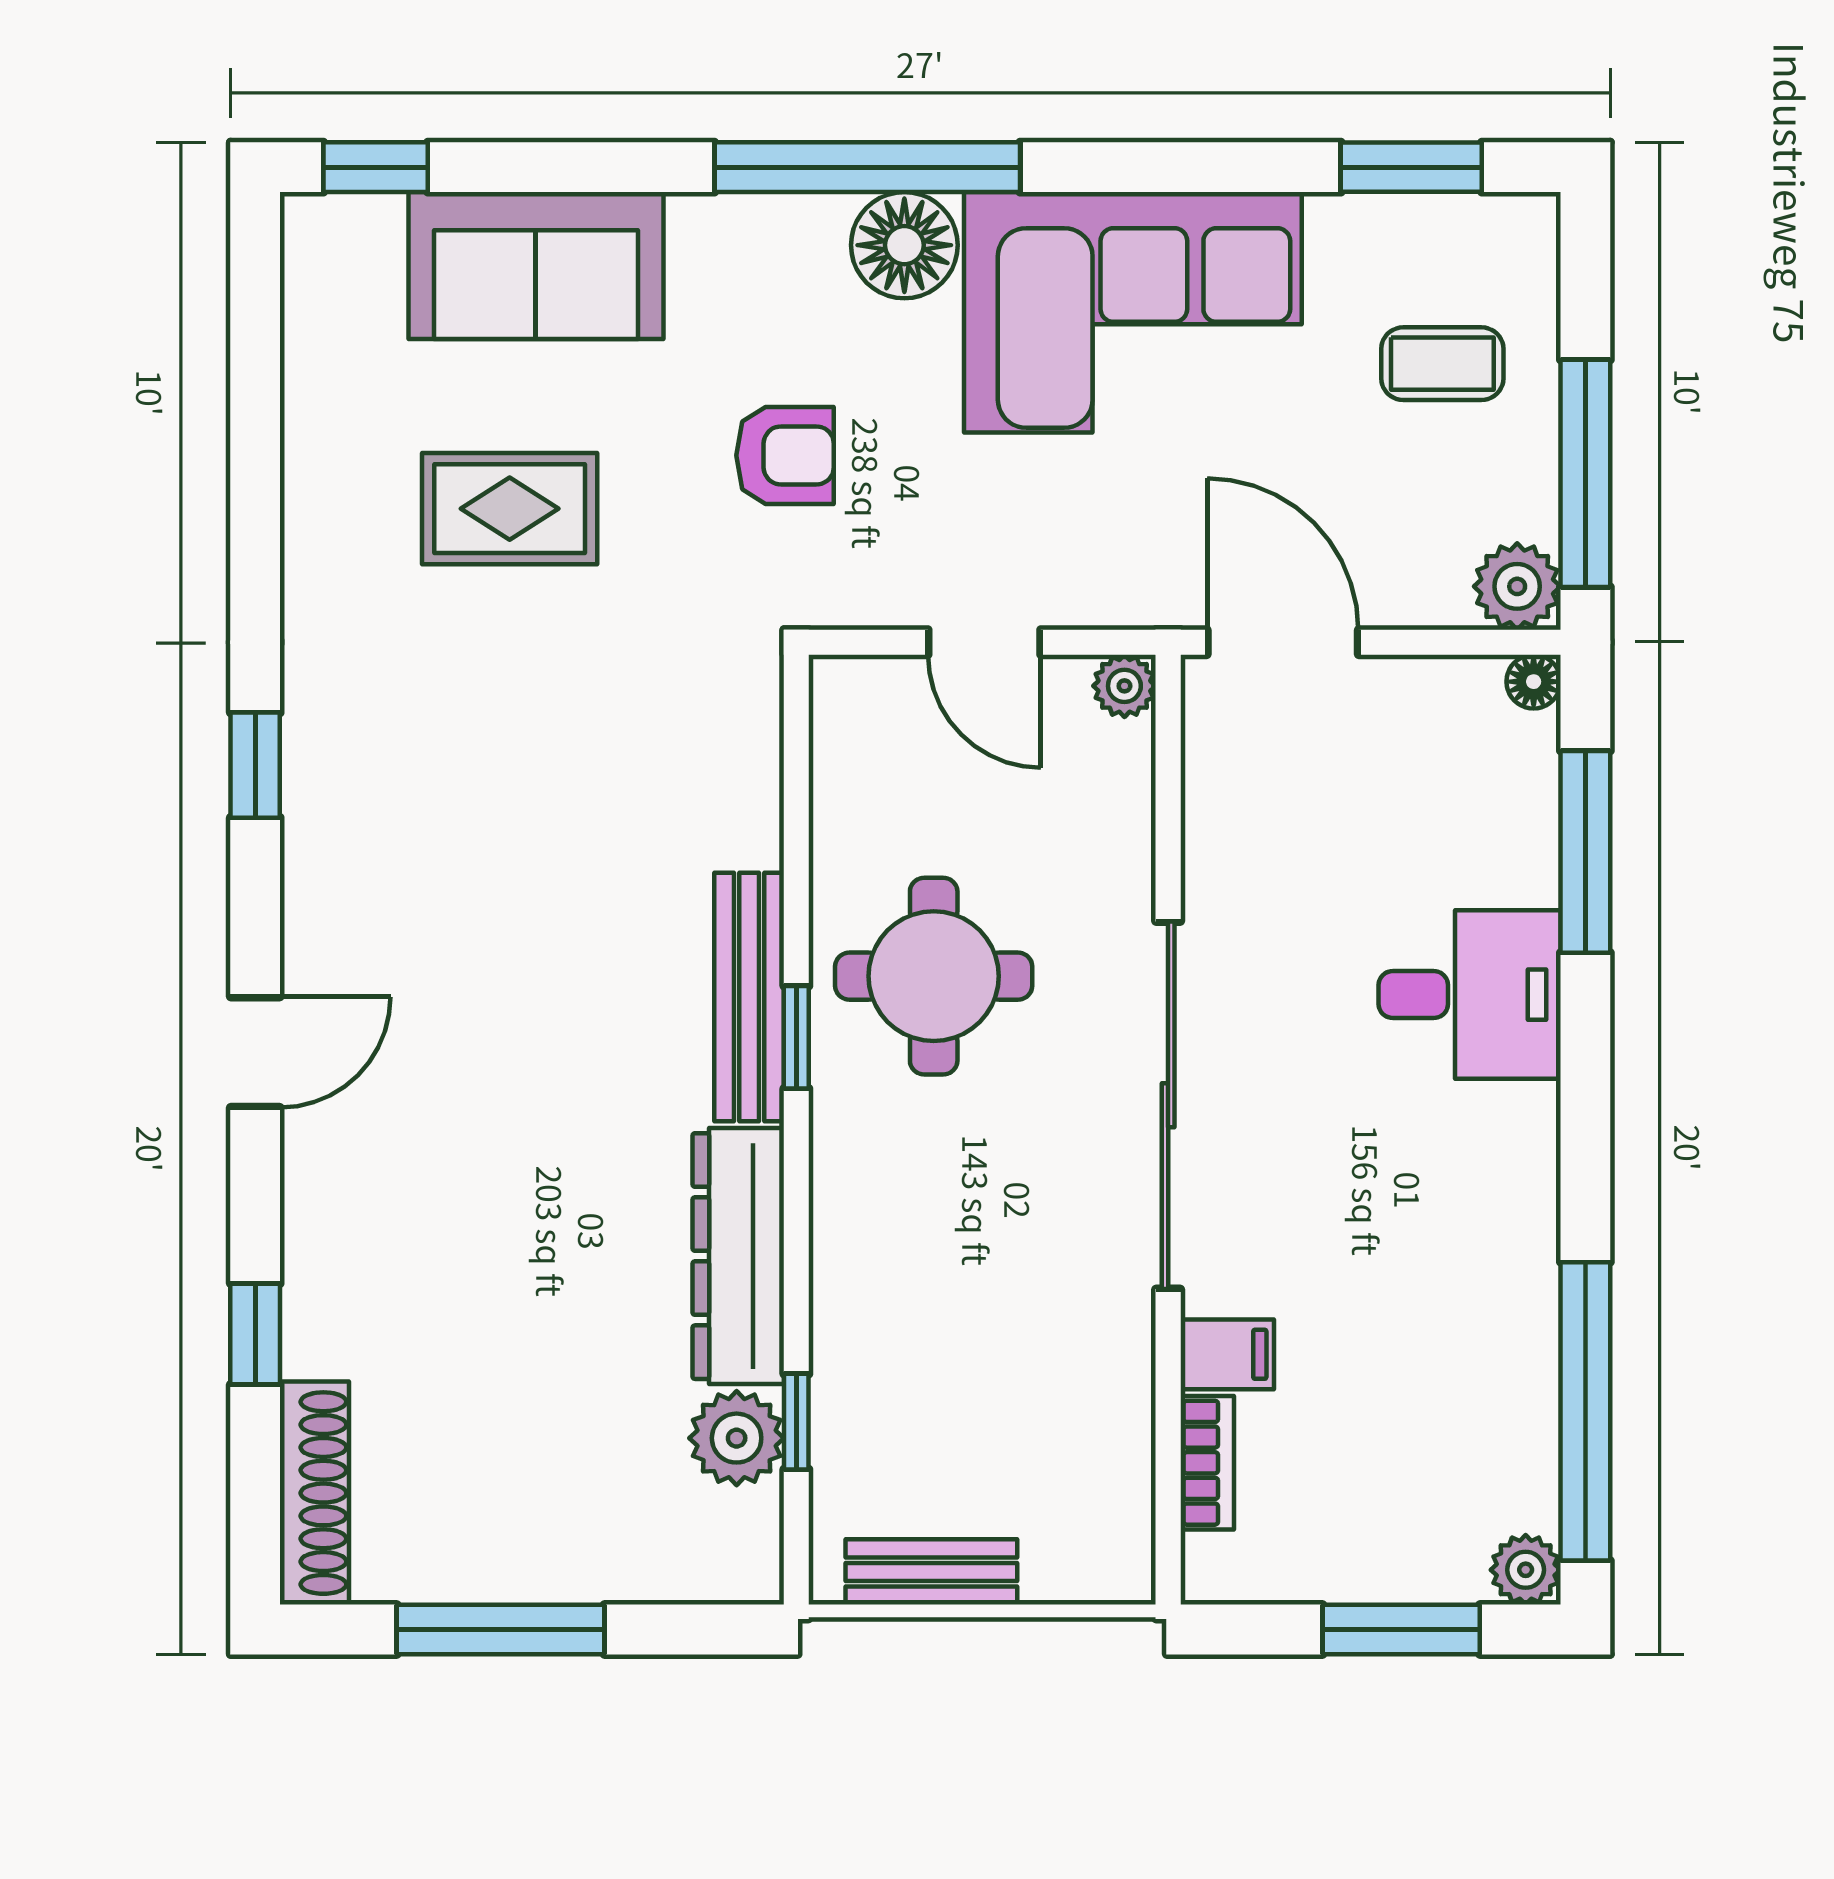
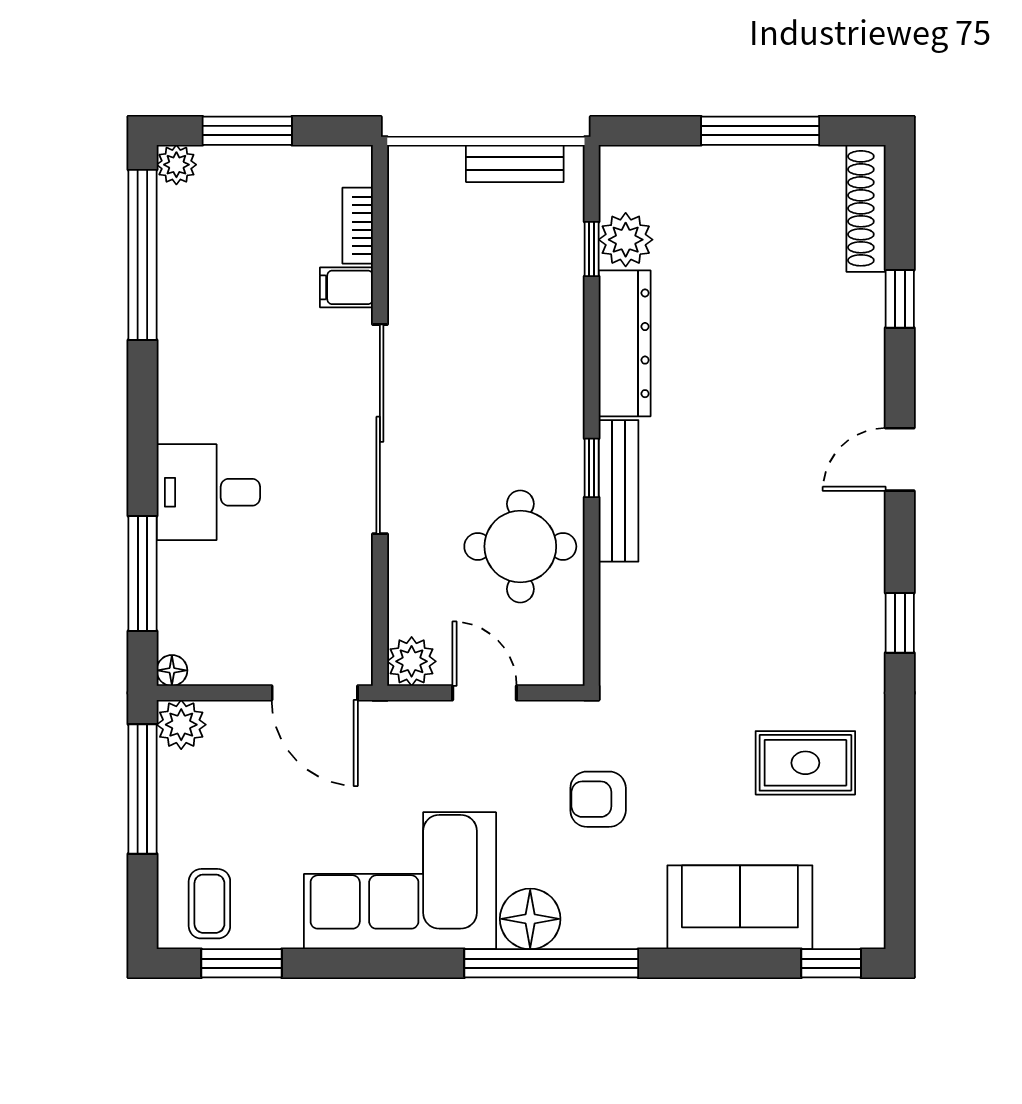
coffee table: (1442, 364) -> (209, 904), moved, turned 90
rug: (510, 509) -> (805, 763), moved
plant: (1124, 686) -> (412, 661), width x1.38, depth x1.38
round table: (934, 976) -> (520, 546), moved

